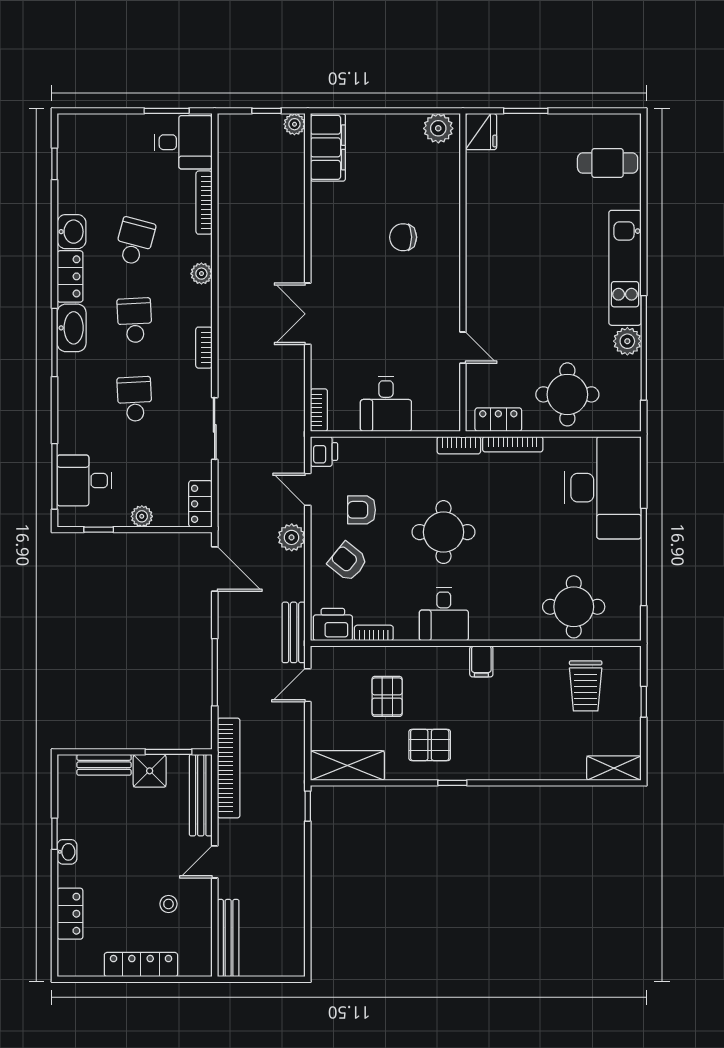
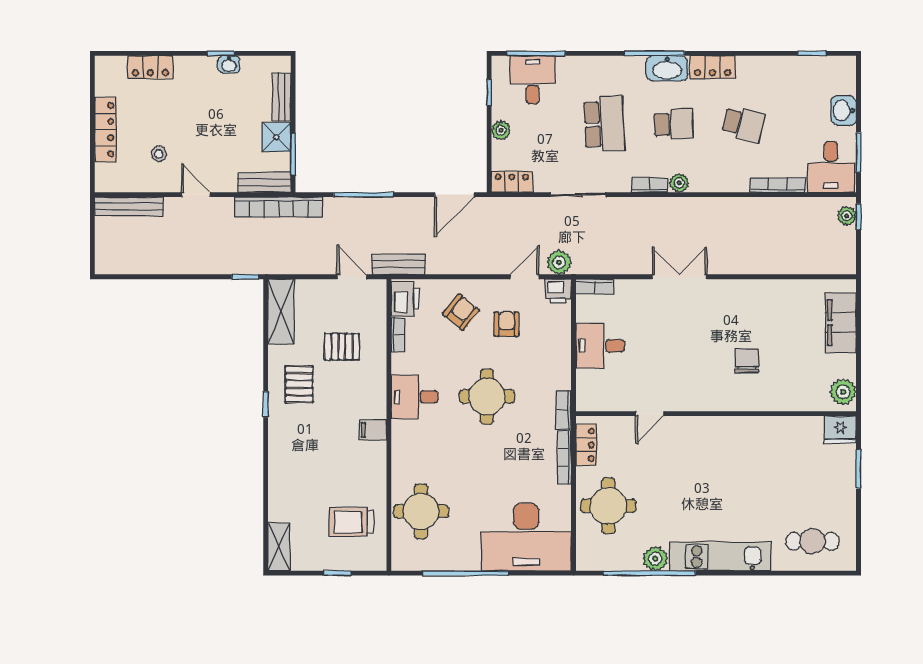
window: (266, 111) -> (858, 217), moved
plant: (294, 124) -> (847, 216), moved
filing cabinet: (328, 147) -> (841, 323), moved, turned 90
cafe table: (608, 163) -> (813, 541), turned 90
washbasin: (72, 232) -> (843, 110), moved, turned 90
plant: (201, 274) -> (679, 183), moved
school desk: (135, 399) -> (604, 124), width x1.85
plant: (292, 537) -> (559, 262), moved
bench: (201, 795) -> (264, 182), width x0.73
washbasin: (67, 852) -> (229, 64), moved

